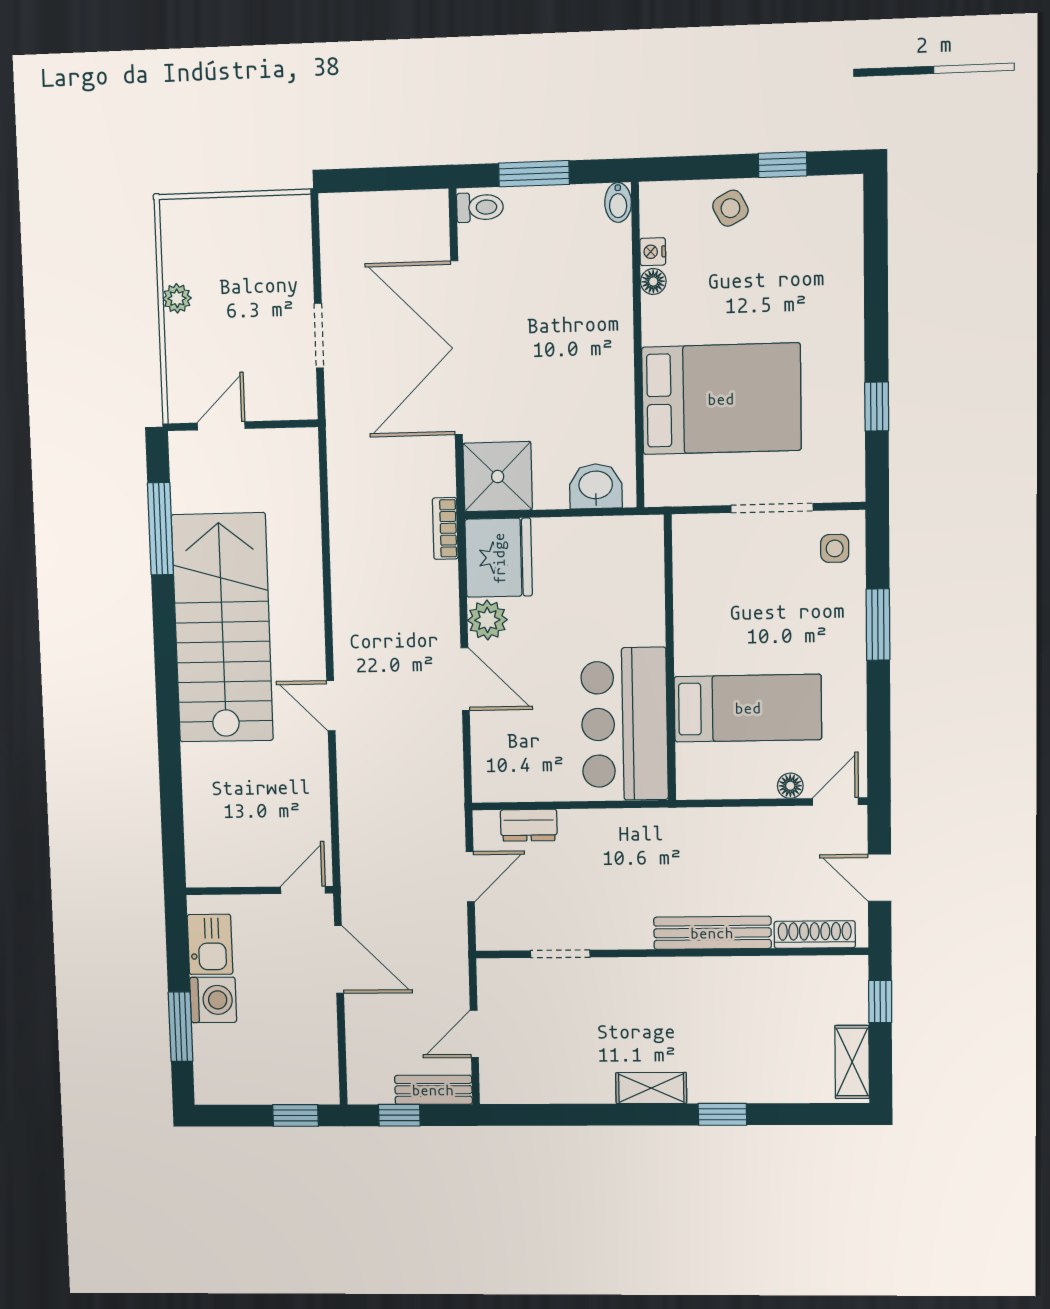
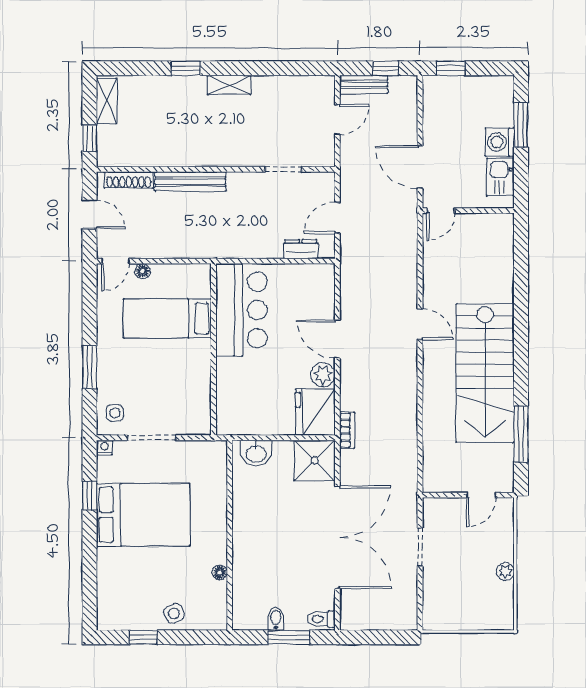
bidet: (618, 202) -> (276, 619), moved
nightstand: (653, 252) -> (104, 448), moved, turned -90
bed: (721, 399) -> (143, 515), moved, turned 180

